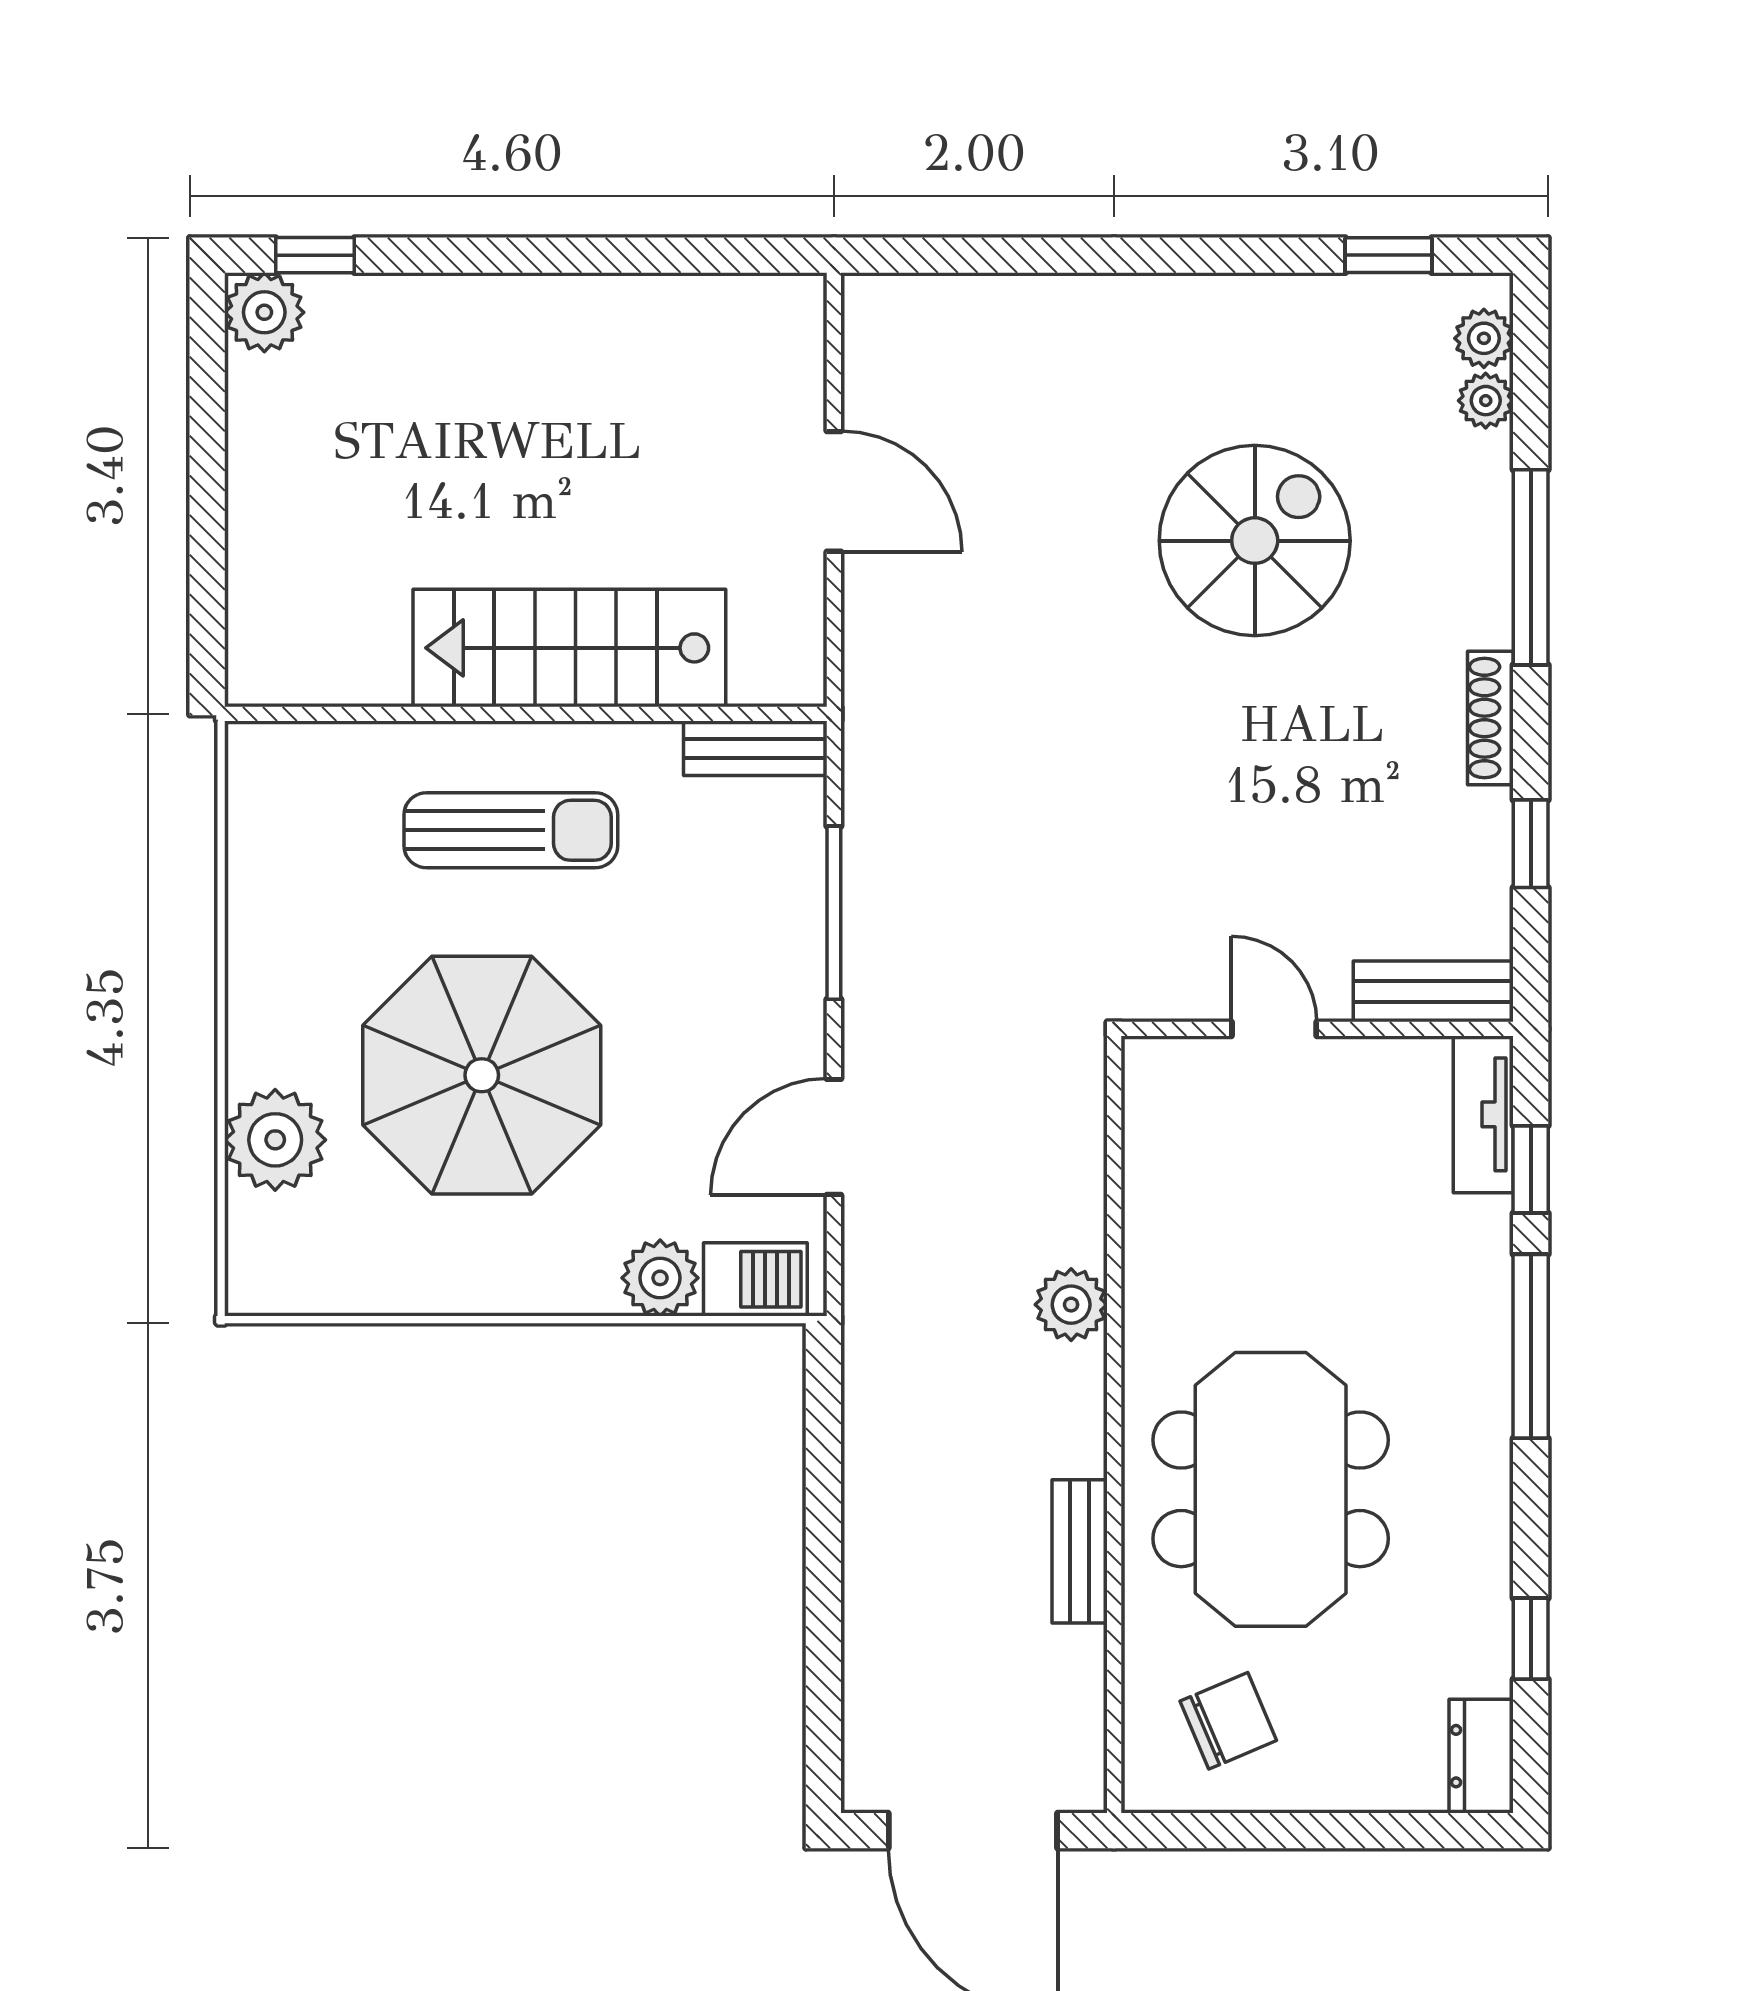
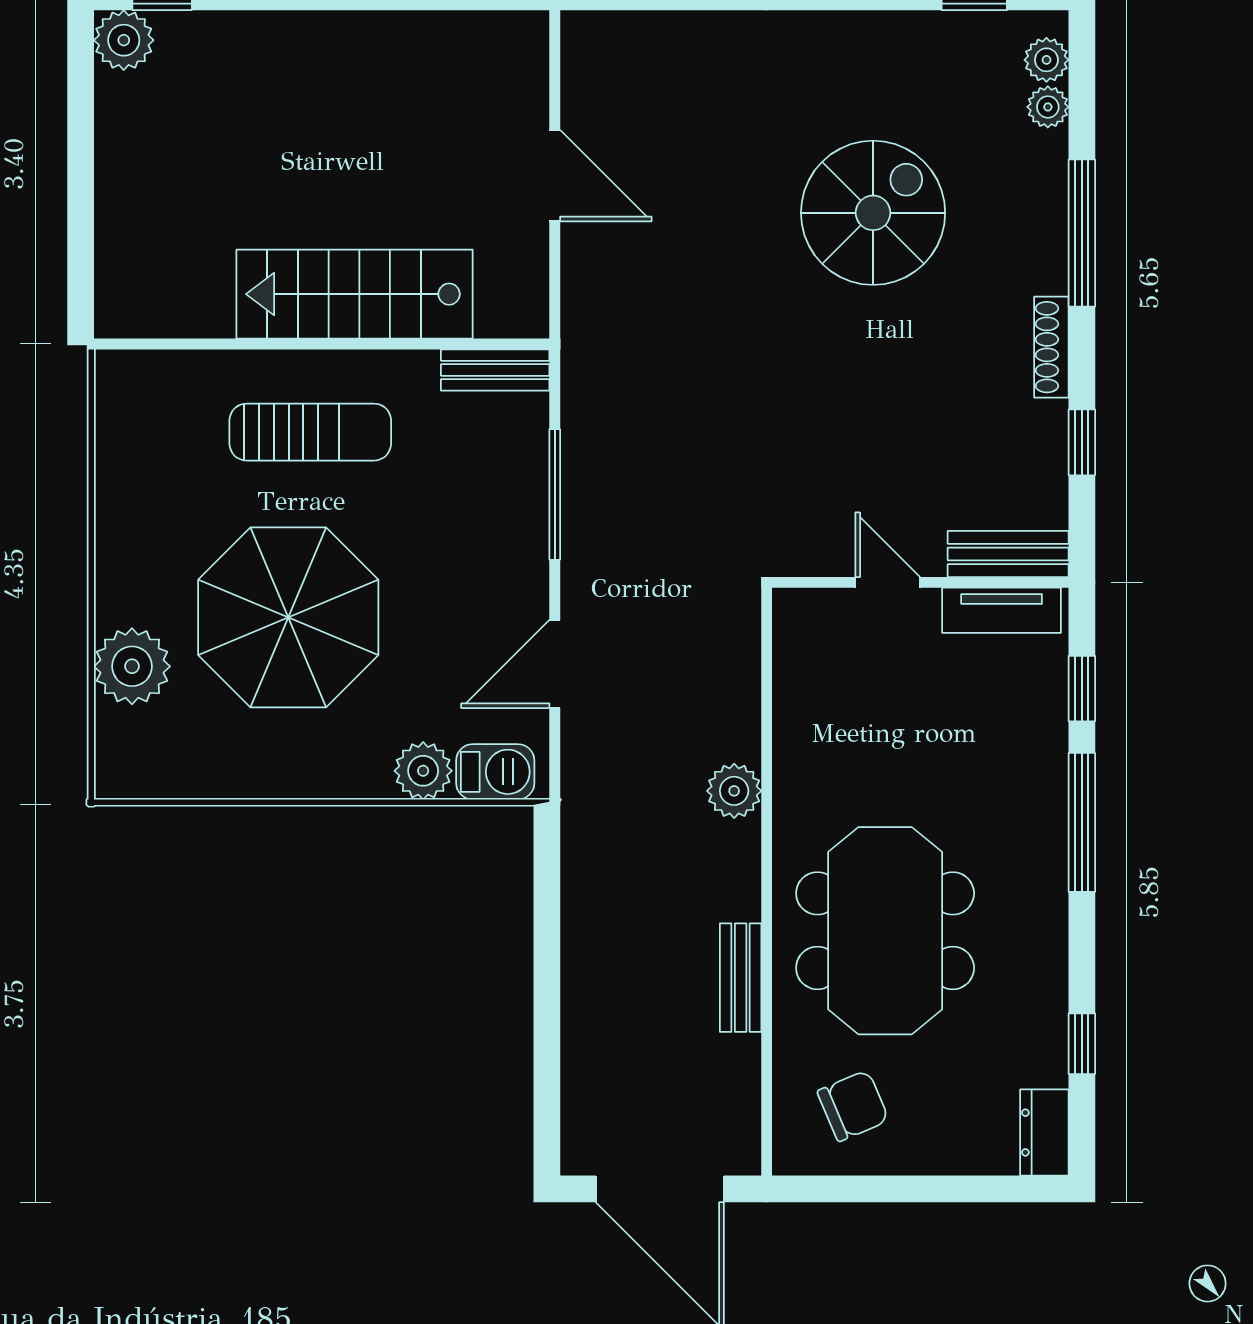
tv unit: (1483, 1114) -> (1002, 610), moved, turned -90

